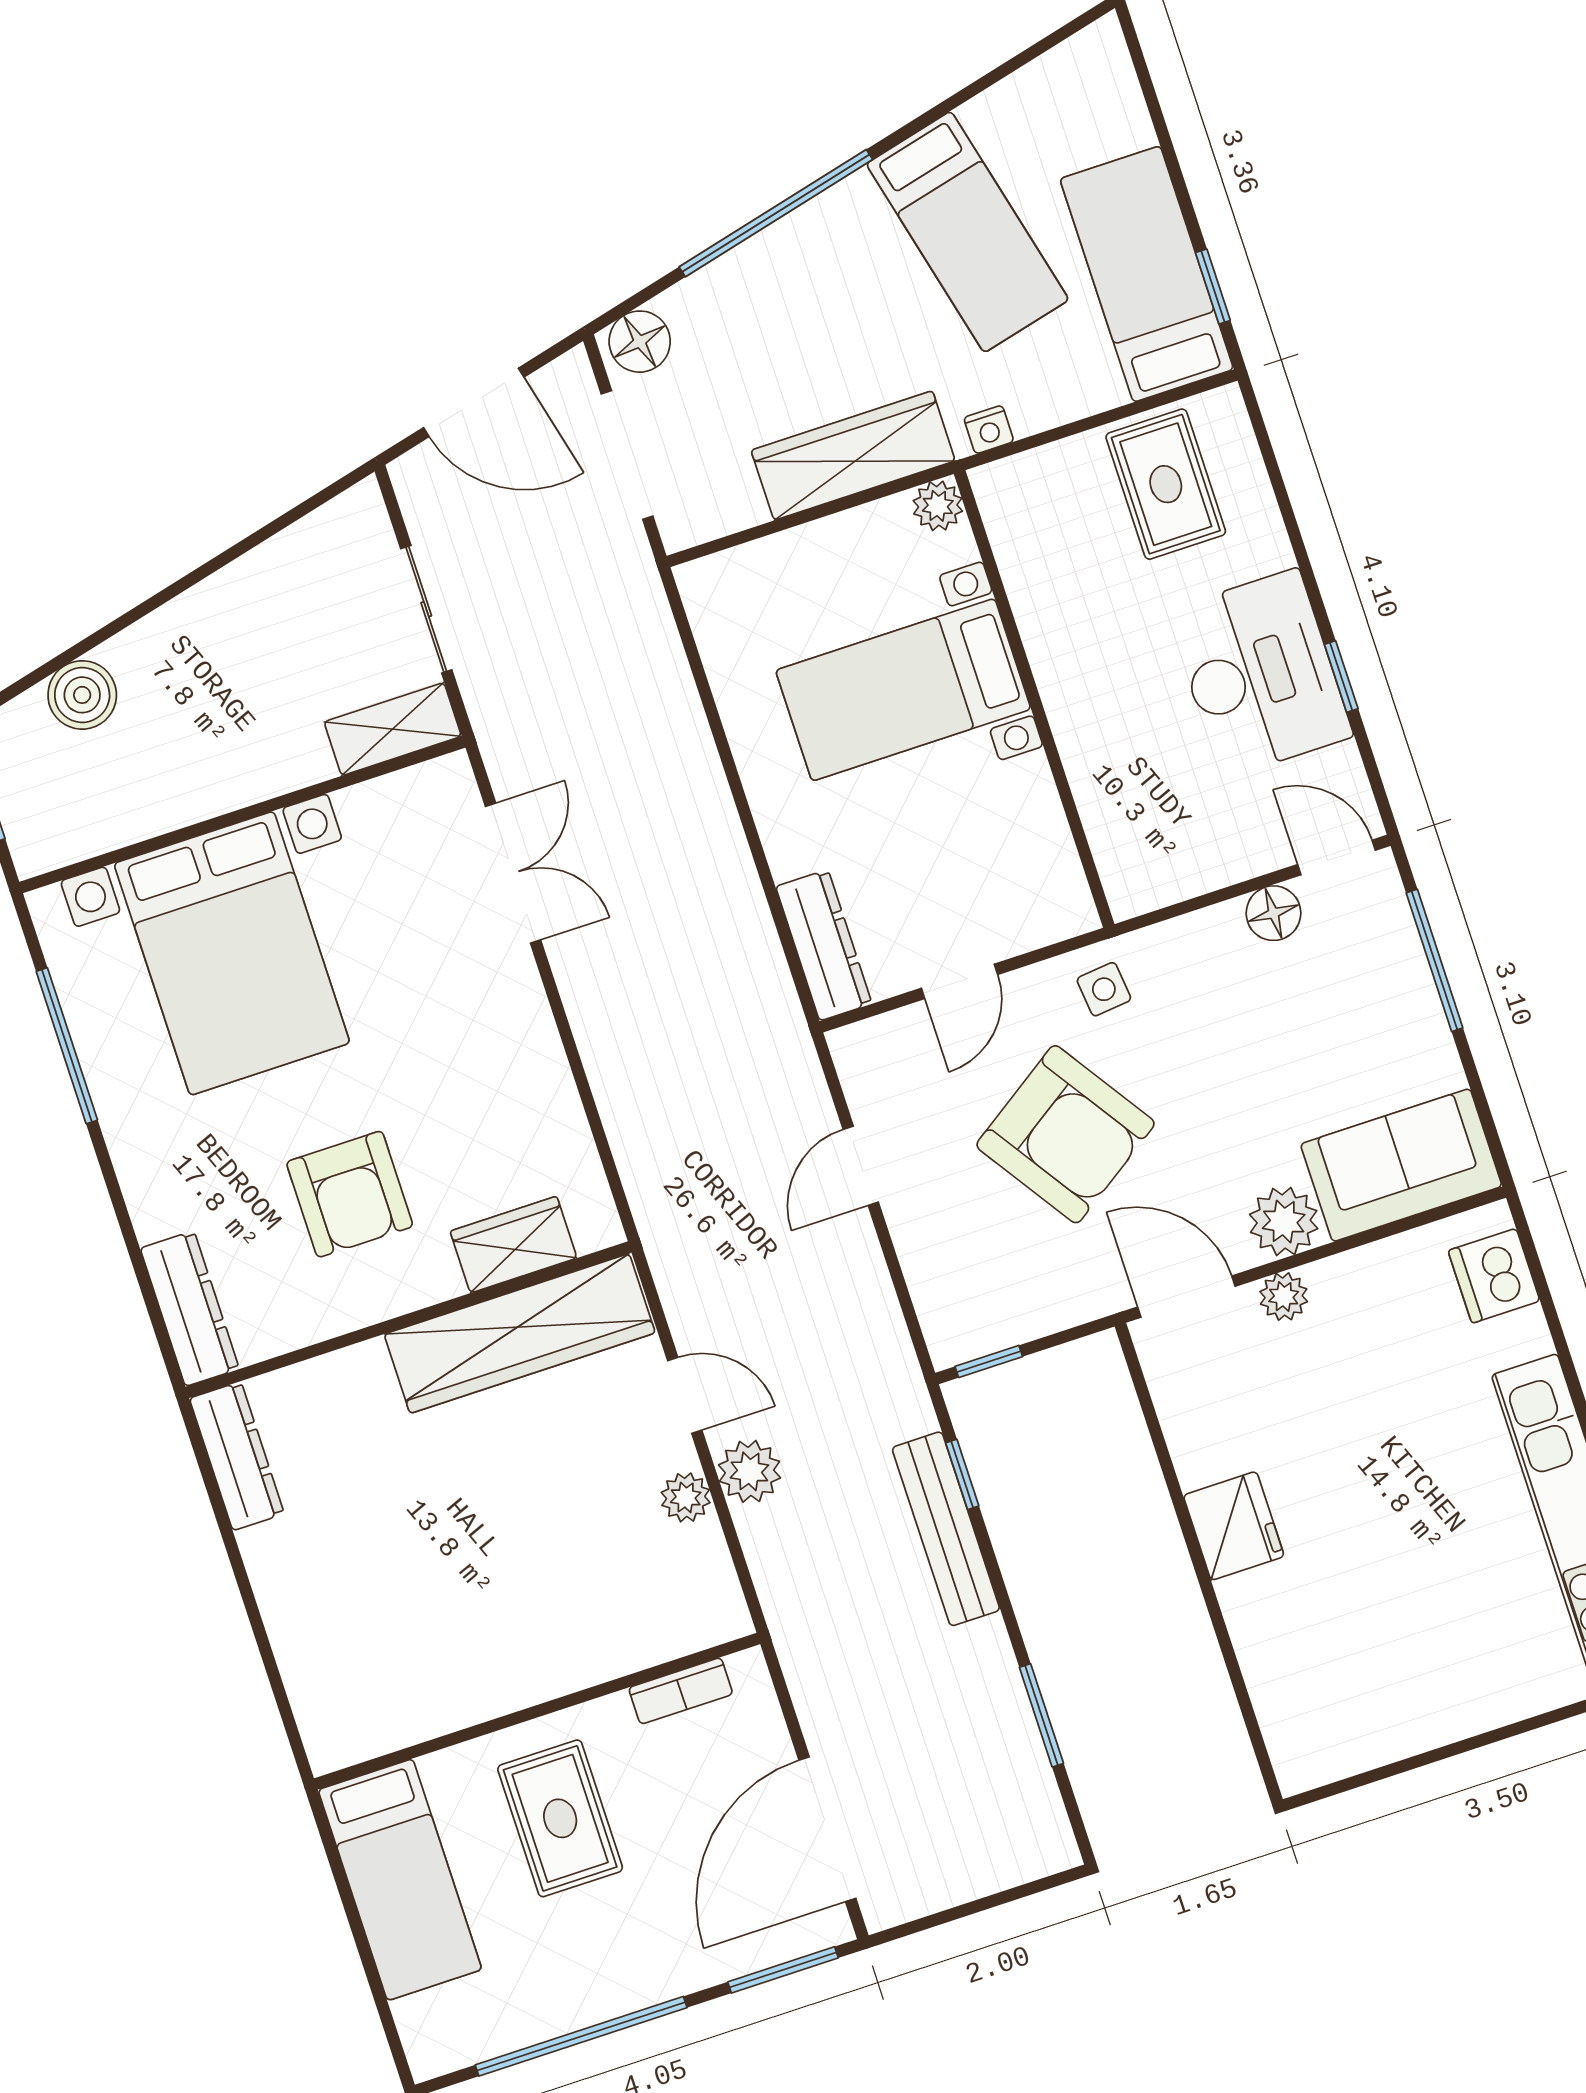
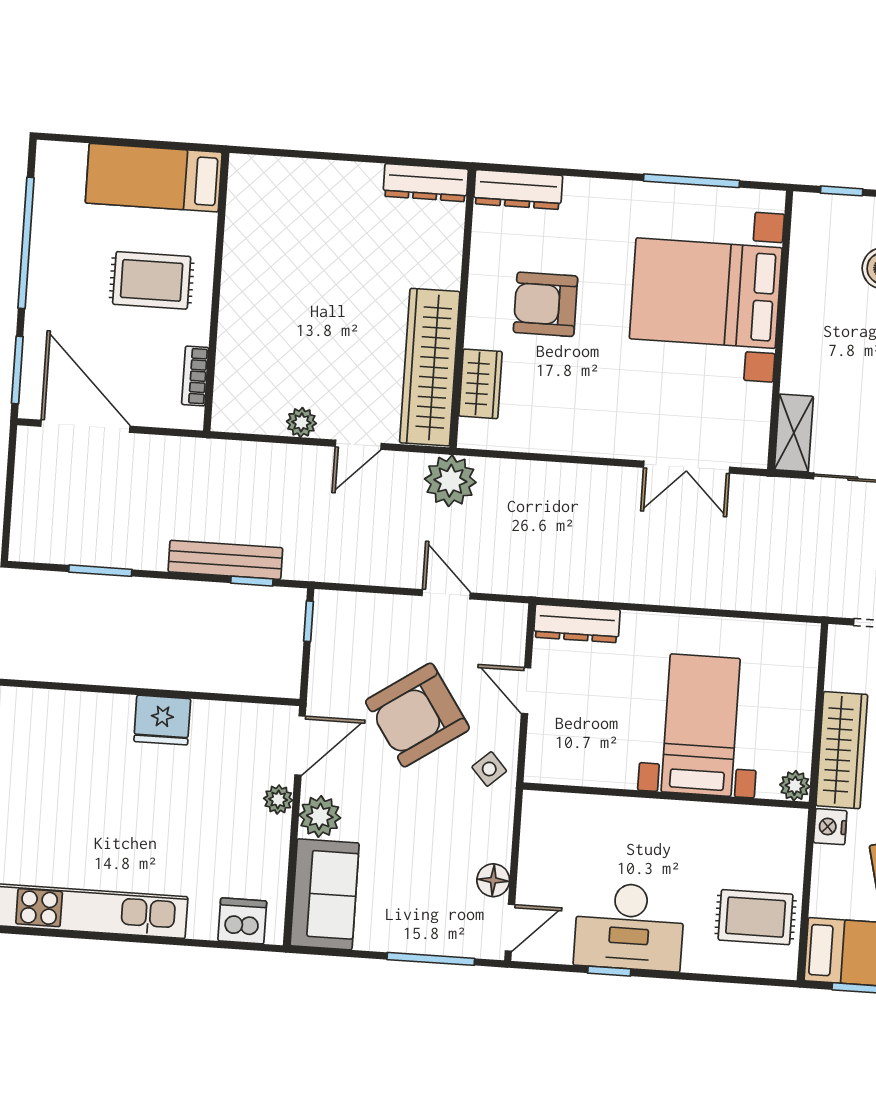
nightstand: (989, 430) -> (830, 827), width x1.39, depth x1.35
side table: (1104, 989) -> (489, 769), turned -36
plant: (749, 1471) -> (450, 481), moved, width x1.36, depth x1.36

